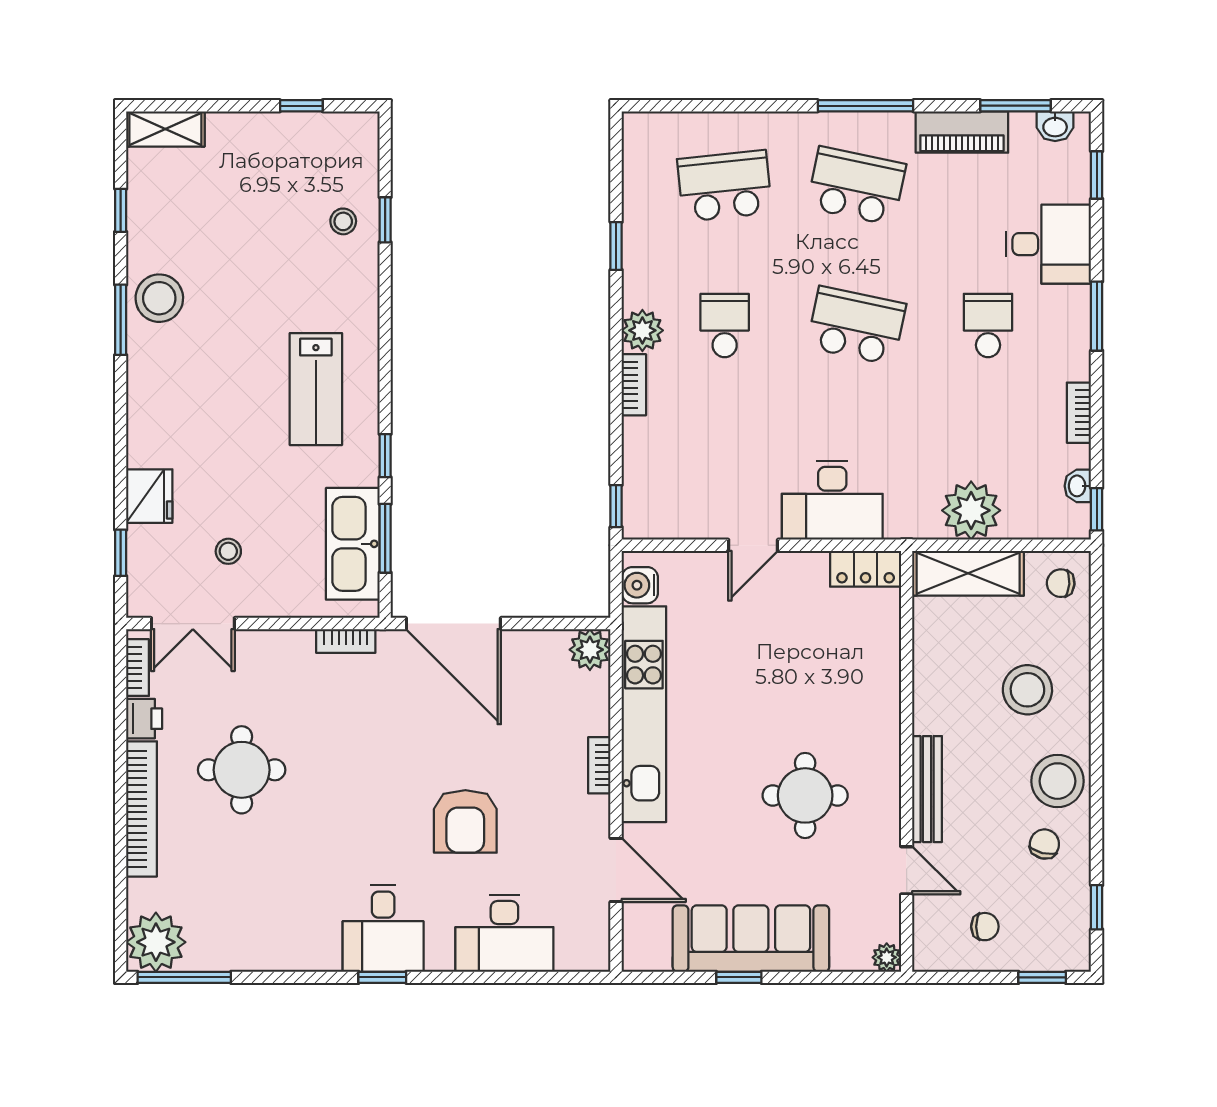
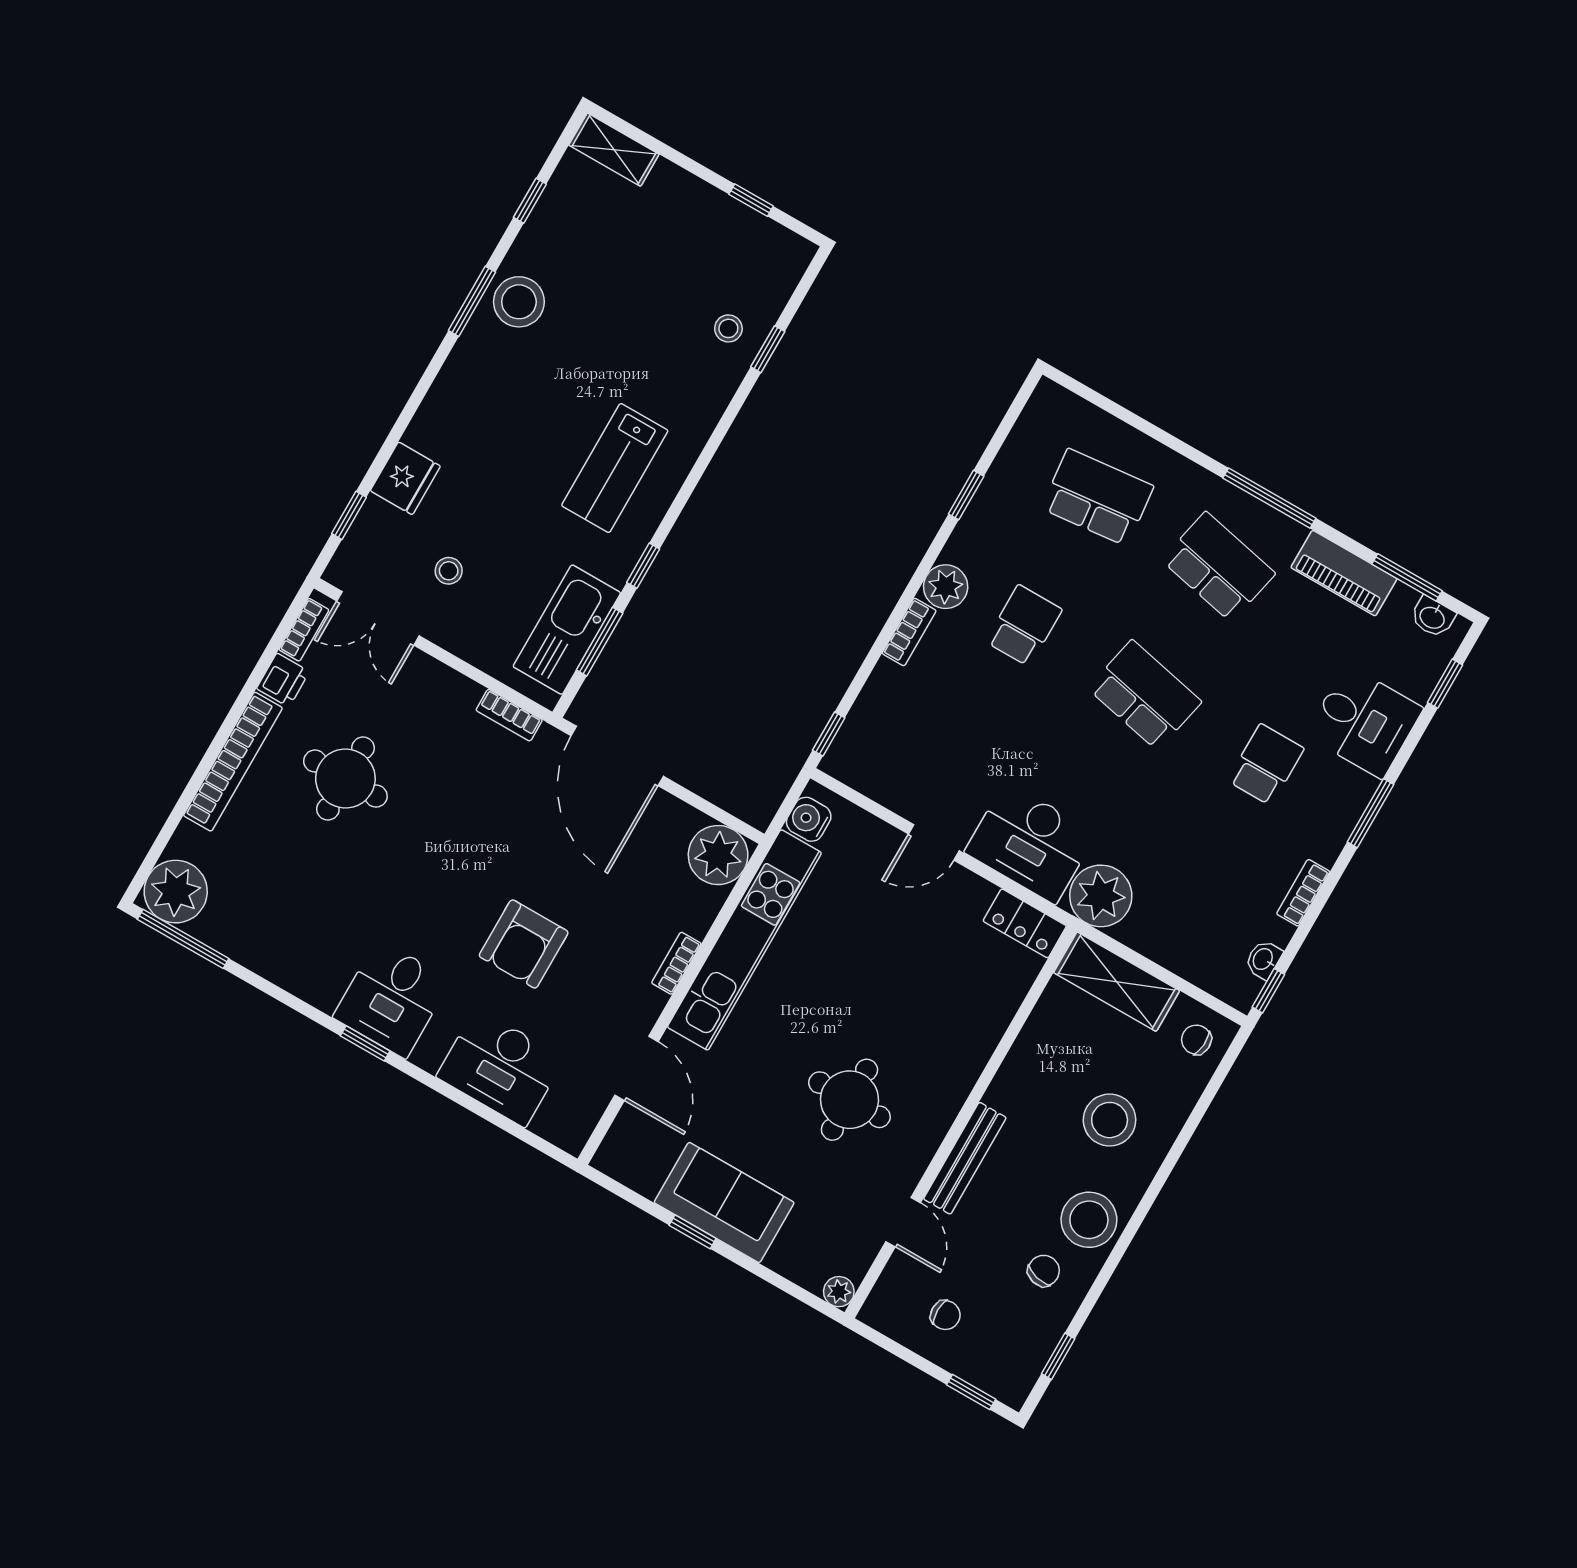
plant: (971, 510) -> (1101, 896), moved
plant: (590, 650) -> (718, 855), width x1.36, depth x1.36
sofa: (751, 939) -> (724, 1202), width x0.73

